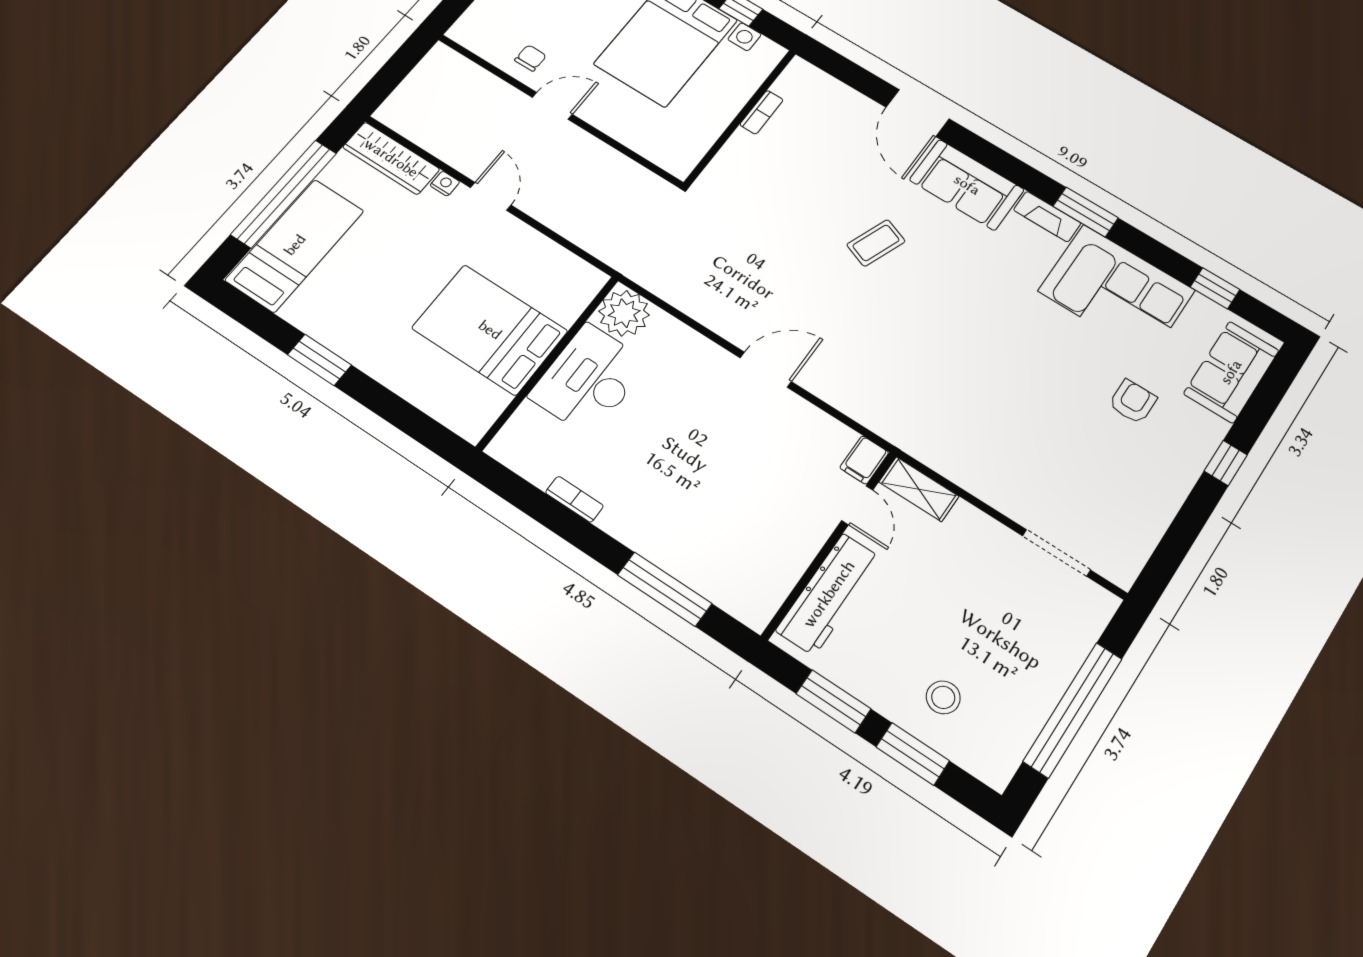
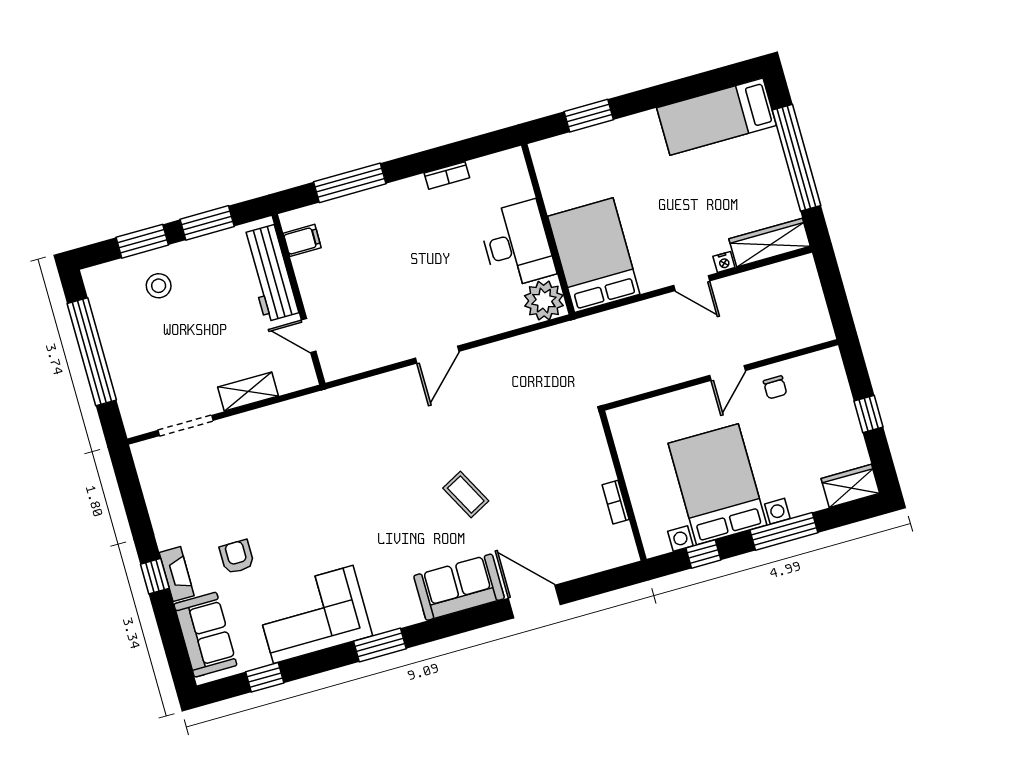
fireplace: (1047, 217) -> (177, 574), moved, turned 90
coffee table: (876, 243) -> (466, 495), turned -49
bed: (295, 245) -> (716, 117), moved, turned 90
bed: (490, 330) -> (594, 255), moved, turned -90
window: (319, 360) -> (589, 116), moved
armchair: (1133, 402) -> (237, 557), turned 180
filing cabinet: (864, 460) -> (302, 240), moved, turned 90
shelving: (919, 489) -> (248, 391), moved

